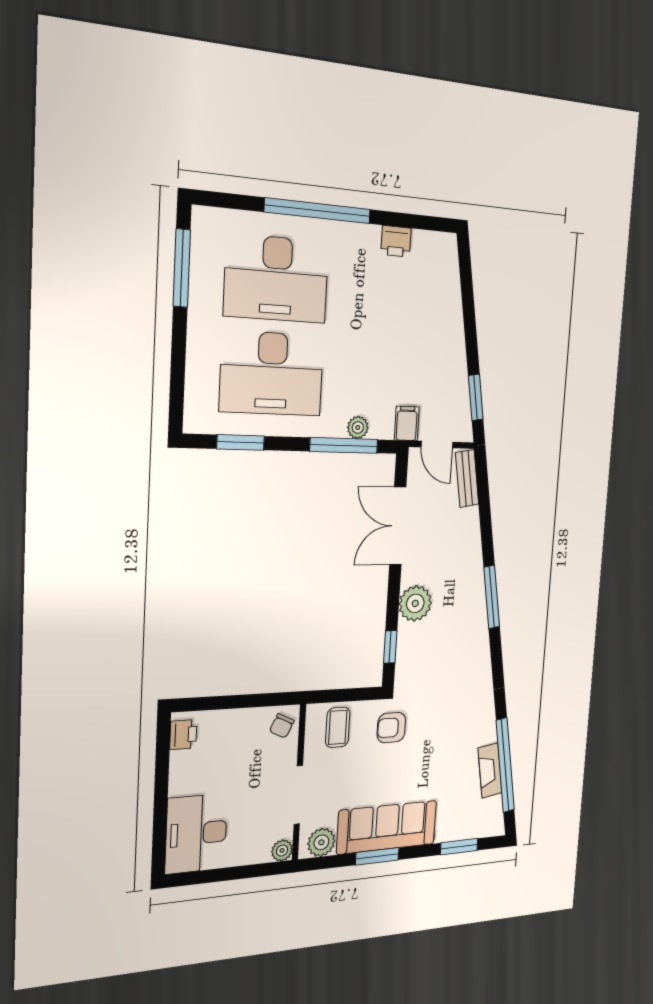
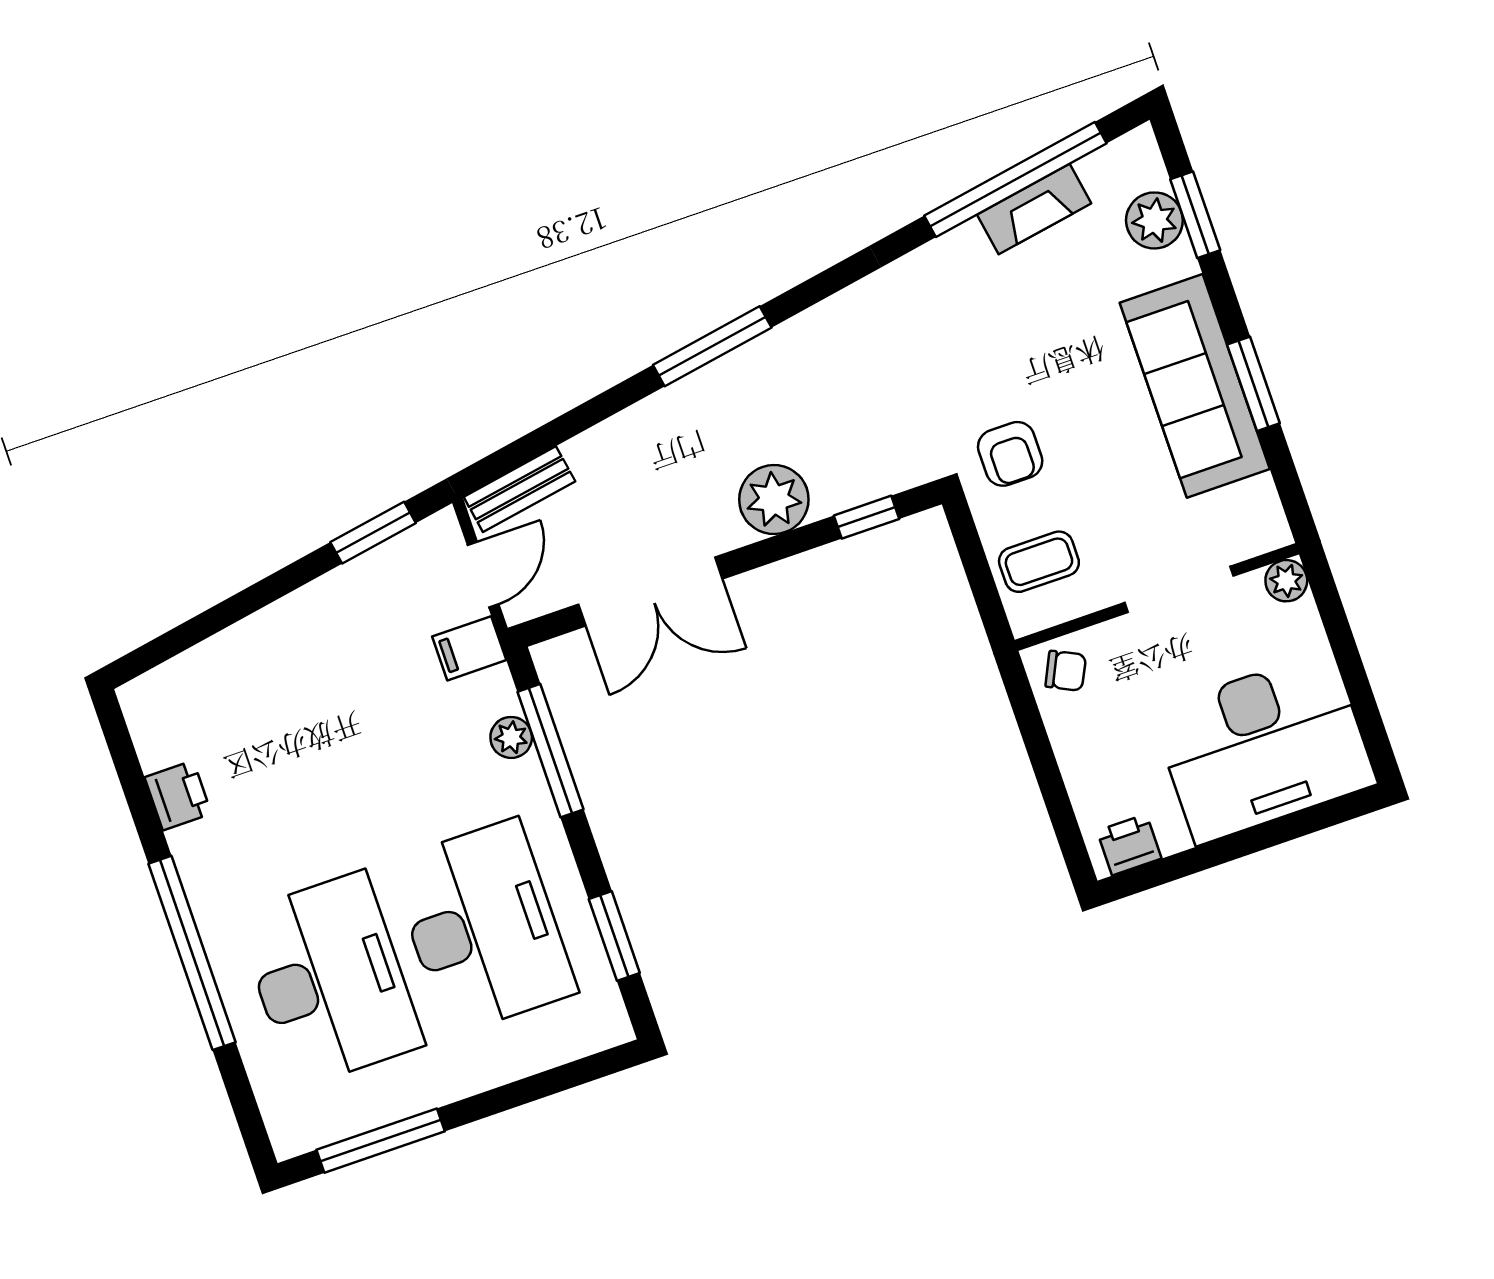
desk: (196, 834) -> (1264, 747), width x1.36, depth x1.30
plant: (321, 842) -> (1154, 220), moved

